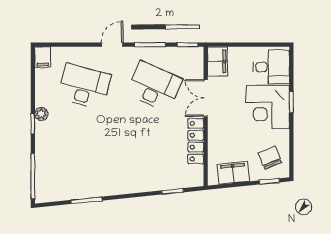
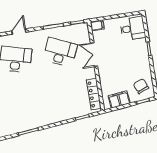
door: (112, 45) -> (19, 32), moved
filing cabinet: (217, 61) -> (97, 25), width x0.50
corner desk: (268, 107) -> (134, 54), removed
locker: (196, 141) -> (94, 94), moved

